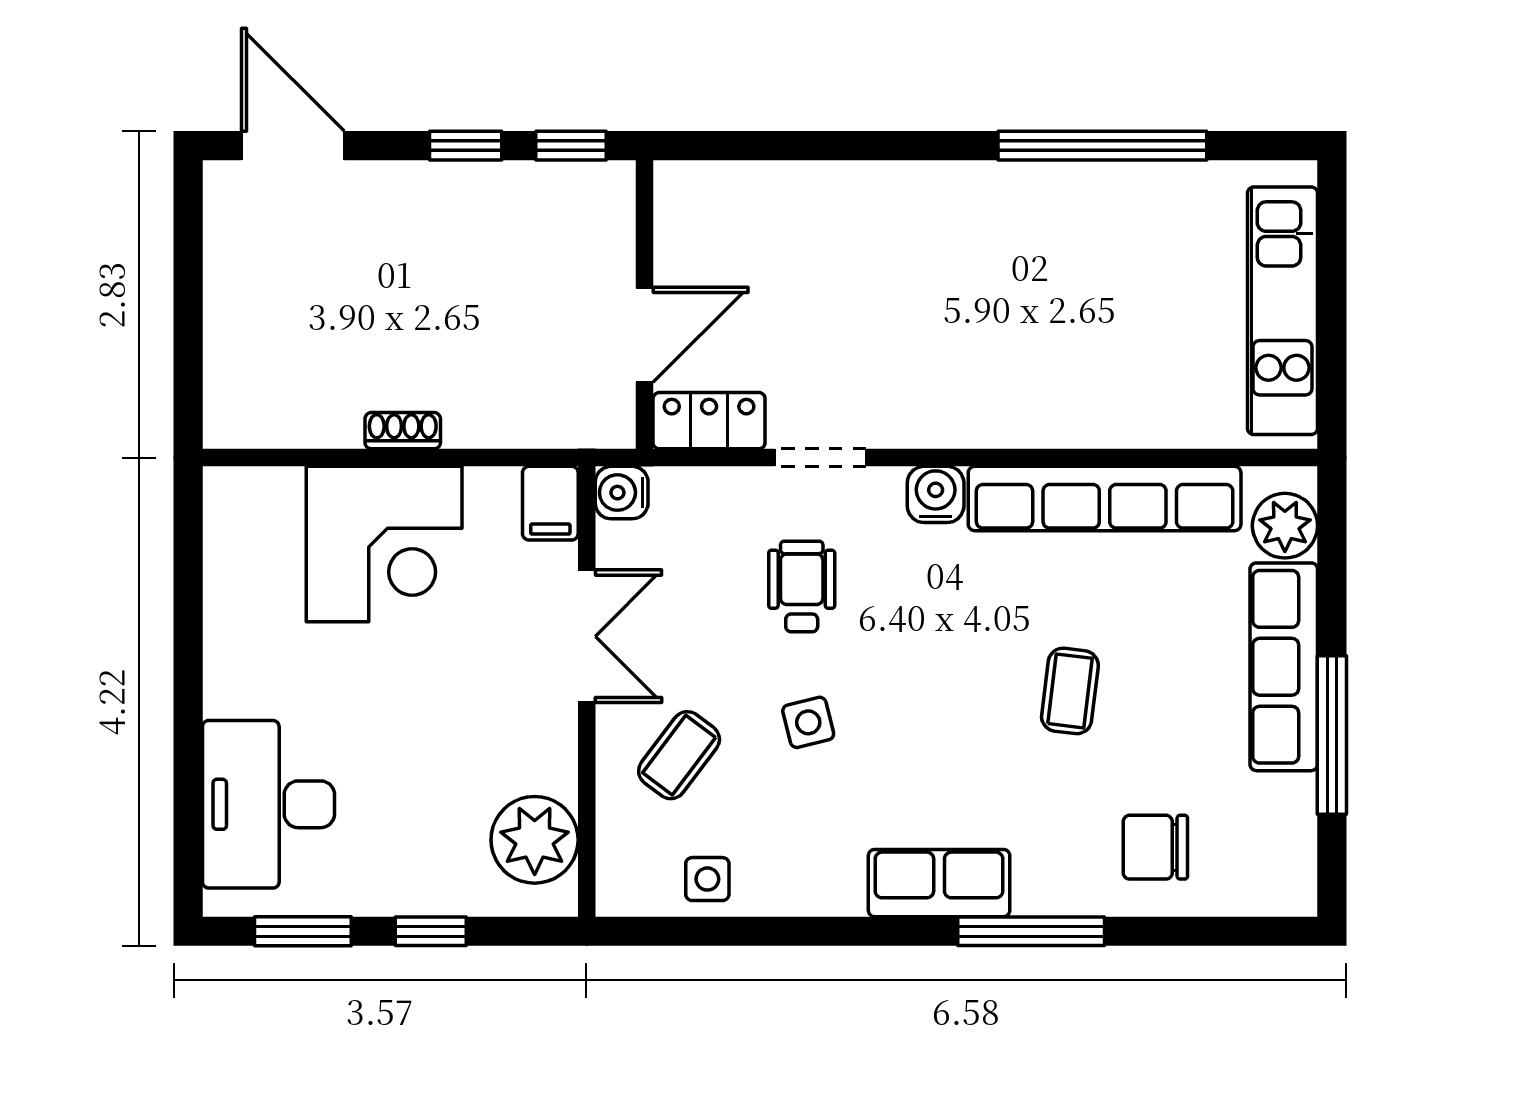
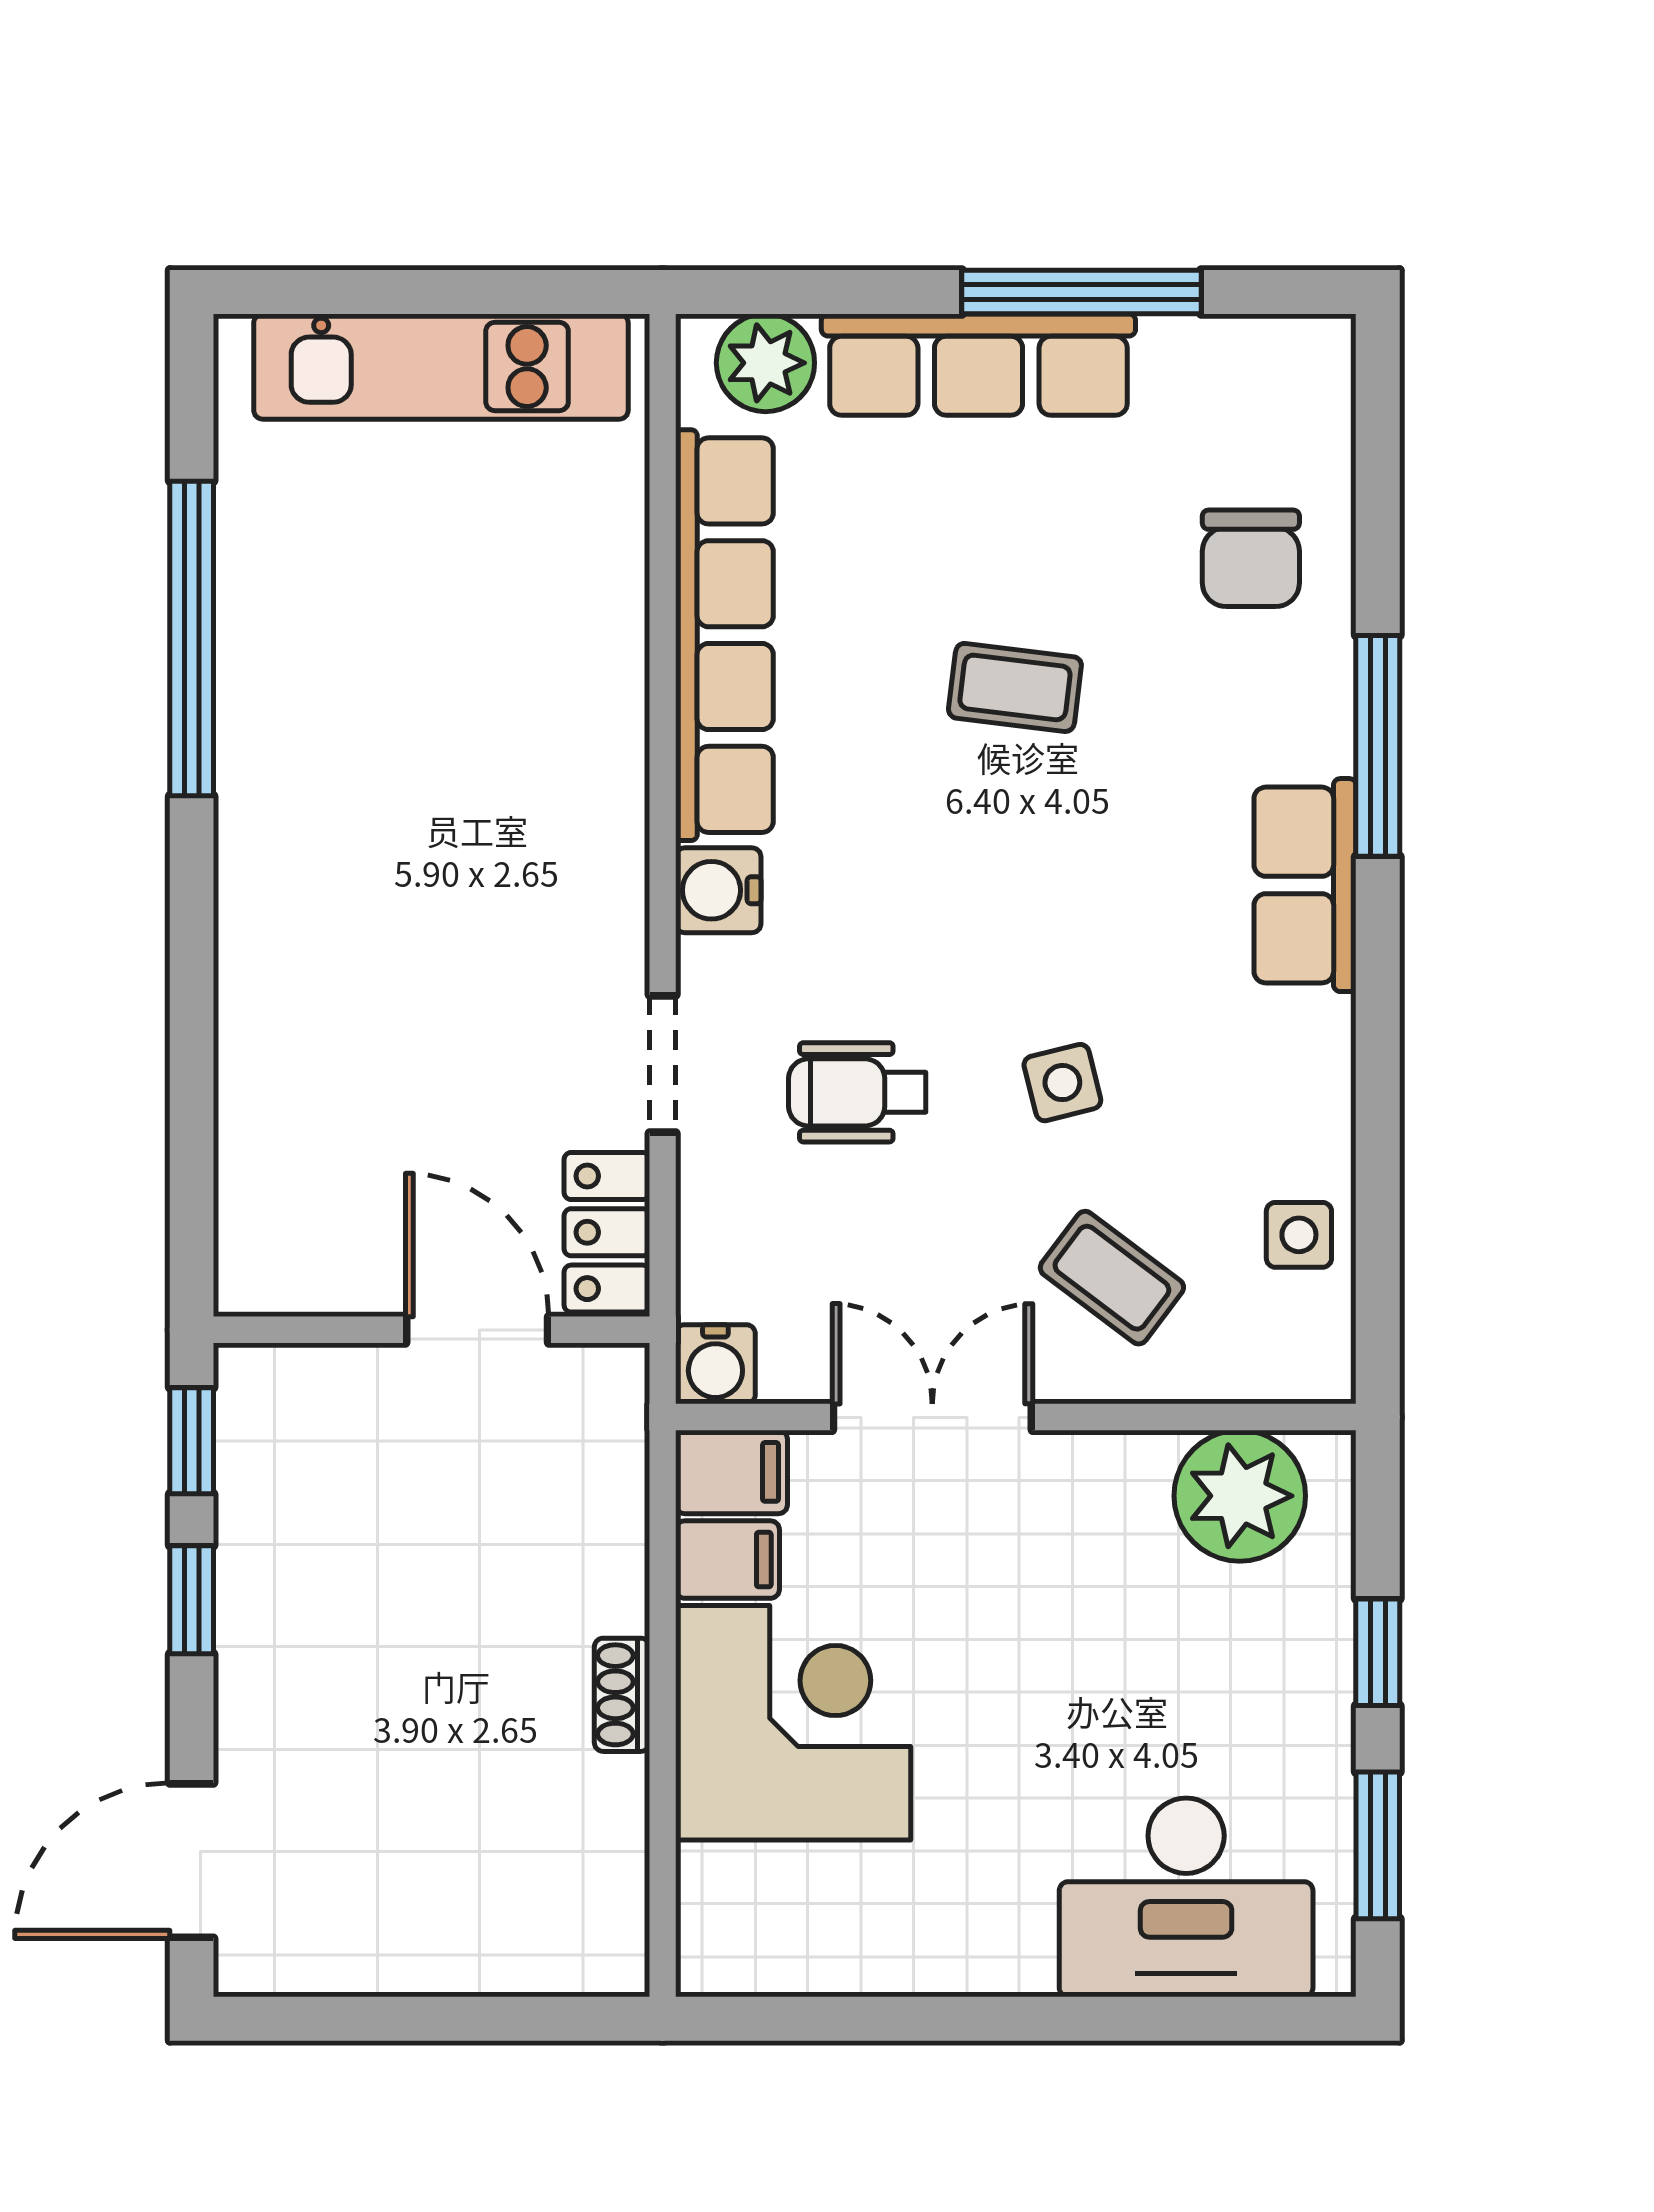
filing cabinet: (492, 501) -> (728, 1560), added

